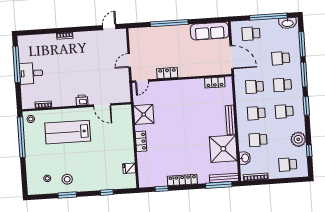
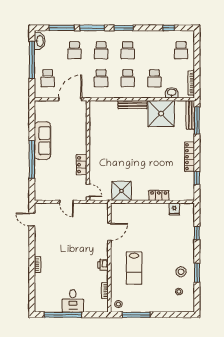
sofa: (210, 31) -> (42, 141), moved
locker: (215, 82) -> (94, 118), removed
printer: (82, 100) -> (103, 265), moved
lab bench: (68, 132) -> (134, 268), width x0.73, depth x0.72
window: (21, 137) -> (136, 315), width x0.68
plant: (298, 139) -> (157, 38), removed
locker: (141, 141) -> (159, 195), moved

